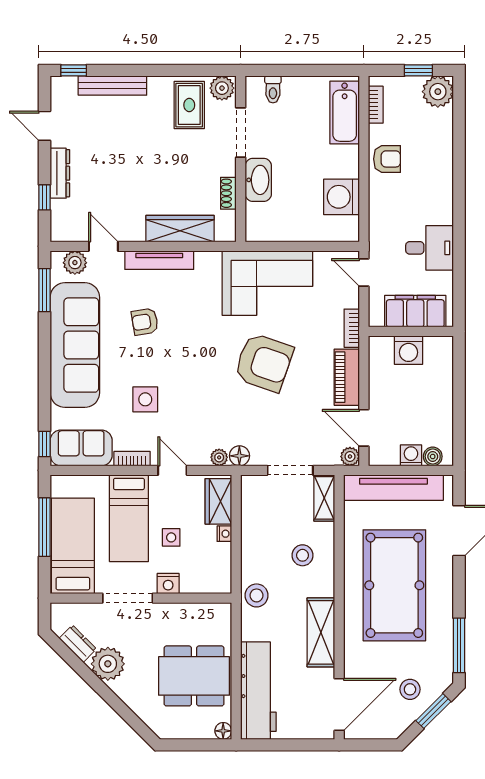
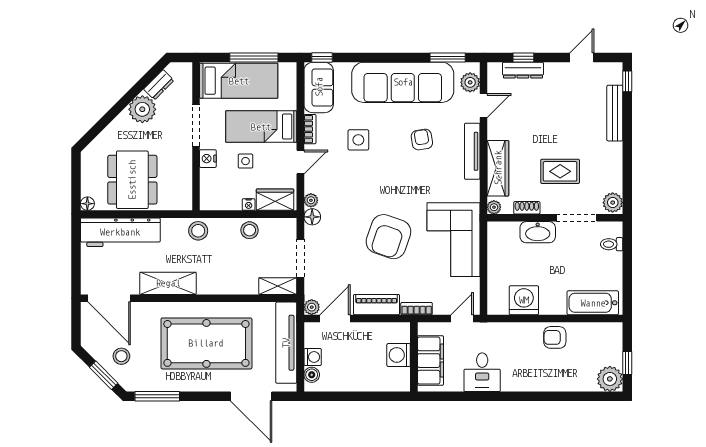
rug: (189, 105) -> (560, 171), moved
bookcase: (376, 105) -> (599, 328), removed
armchair: (387, 159) -> (555, 337), turned 90
dresser: (60, 173) -> (523, 70), moved
plant: (228, 233) -> (494, 207), added
stool: (303, 555) -> (250, 230), moved

